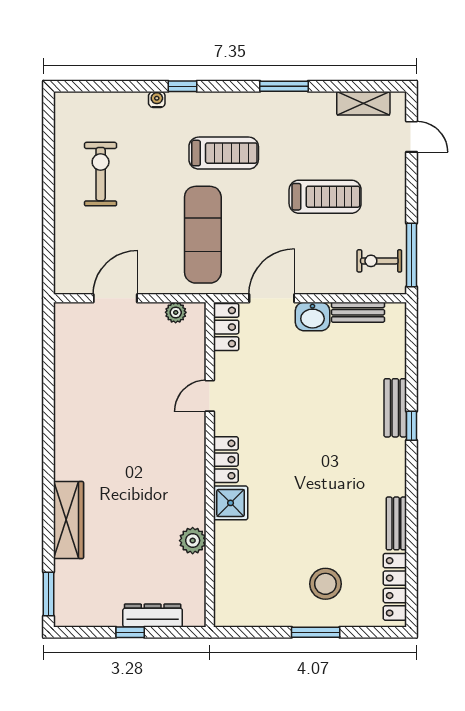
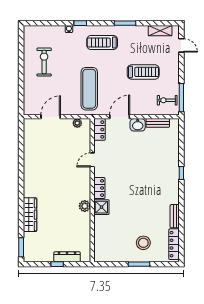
treadmill: (224, 153) -> (102, 42), moved, turned 180
bench: (395, 408) -> (174, 165), removed
plant: (193, 541) -> (85, 206), moved

